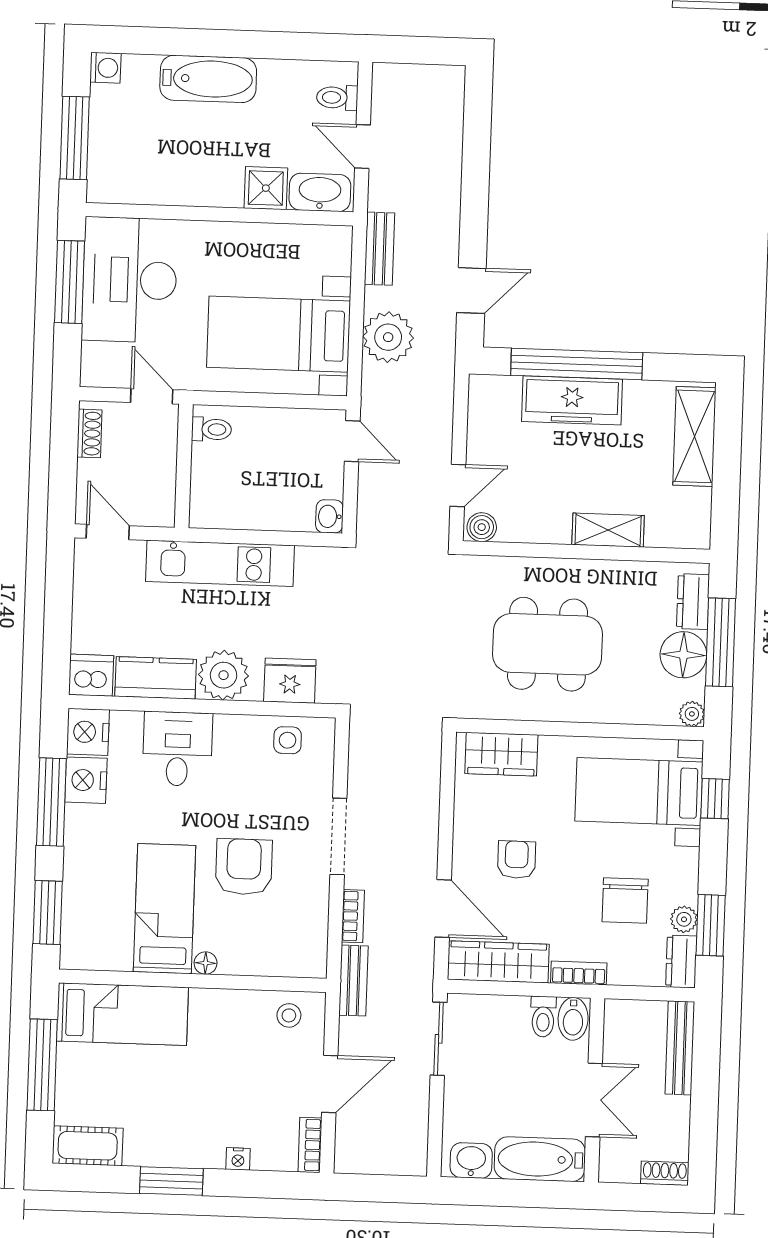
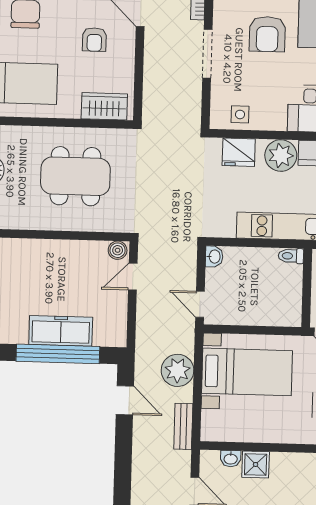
washbasin: (320, 192) -> (231, 459), width x0.52, depth x0.69
door: (471, 290) -> (125, 400), swing flipped
toilet: (211, 429) -> (291, 256), moved
shelving: (608, 530) -> (37, 249), removed

